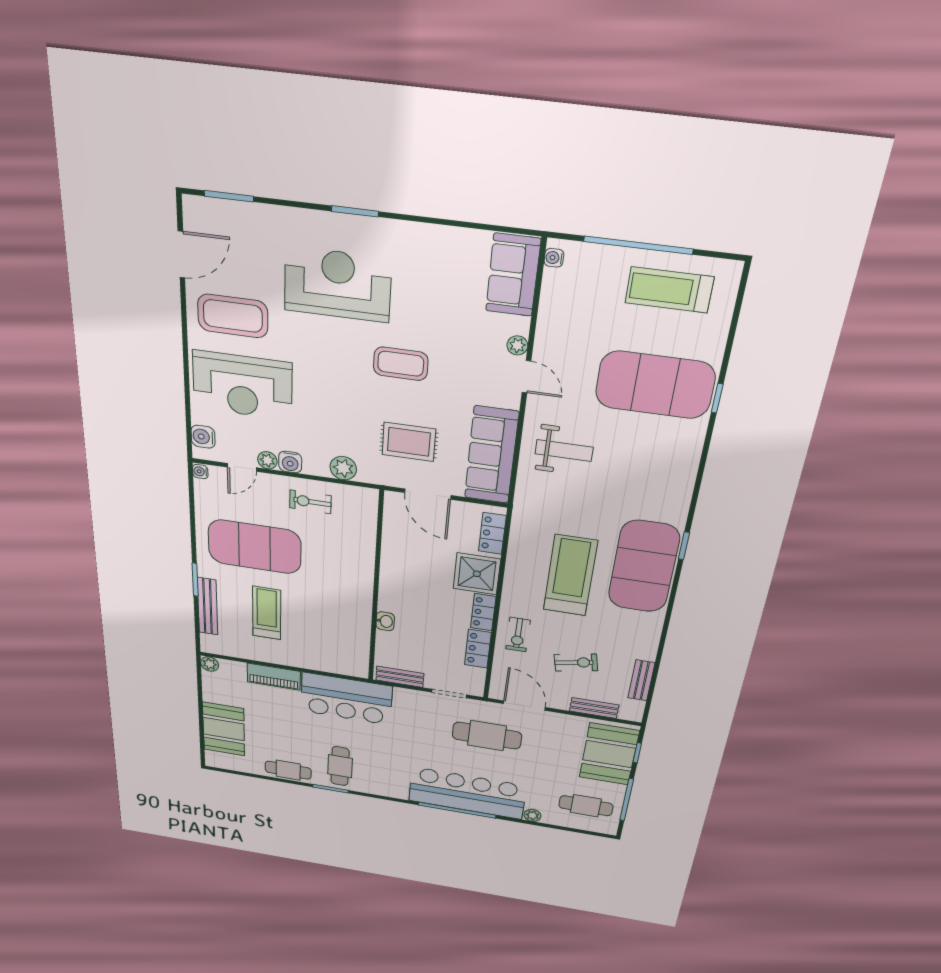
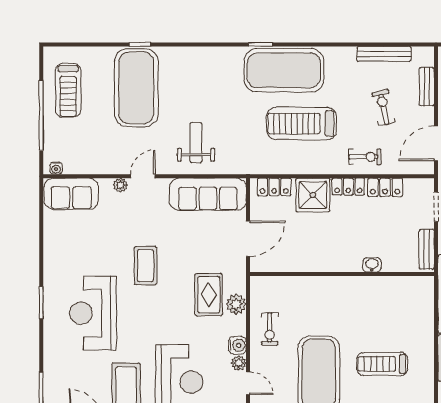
rug: (409, 442) -> (209, 295), moved
bench: (641, 680) -> (384, 54), width x1.36

